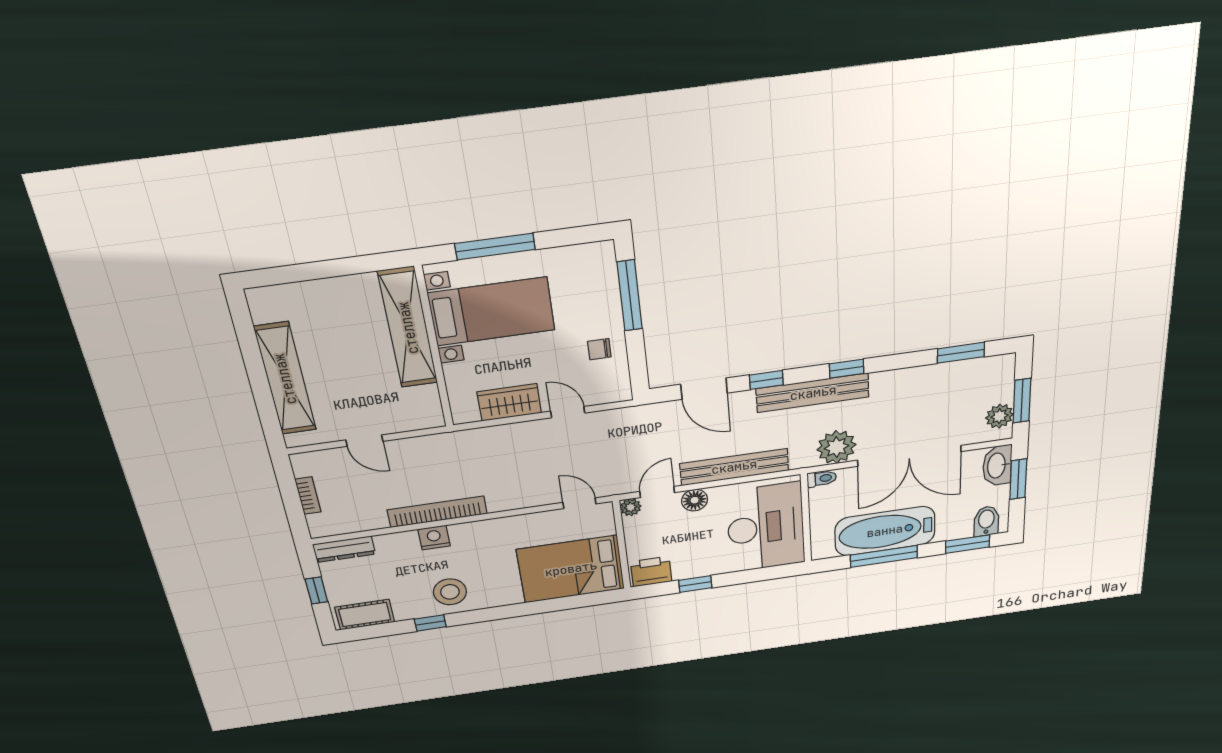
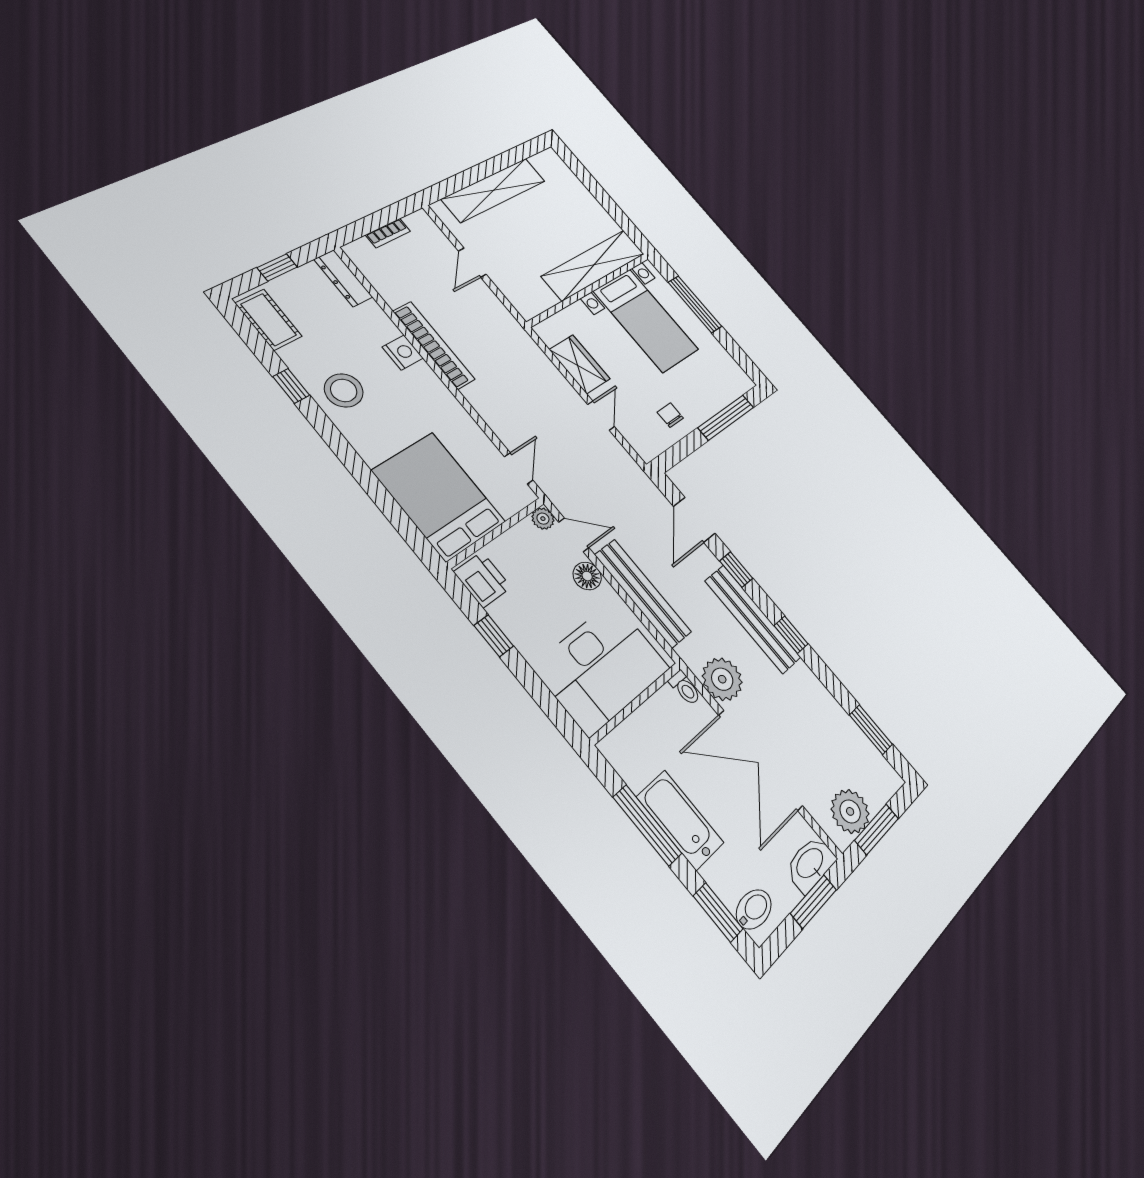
plant: (999, 416) -> (850, 811), width x1.36, depth x1.36
bathtub: (885, 531) -> (680, 820), width x0.73, depth x0.73

